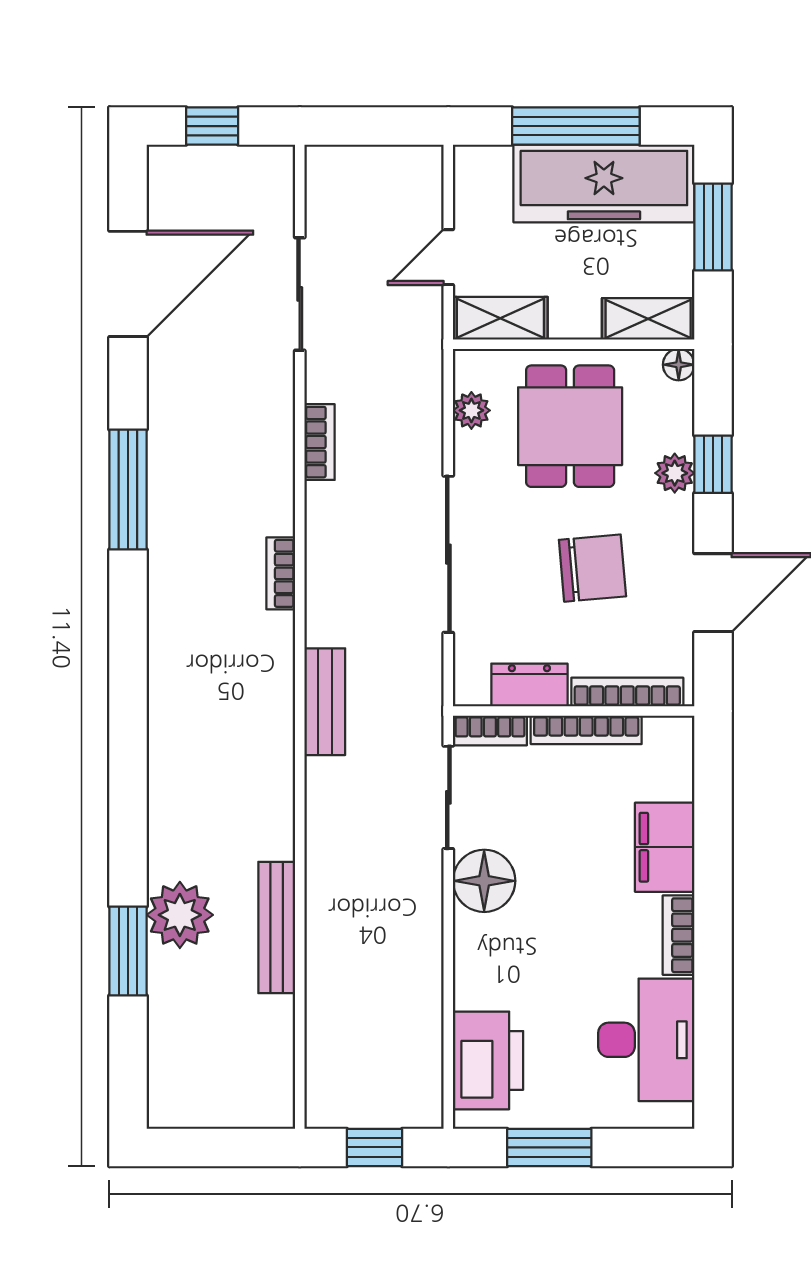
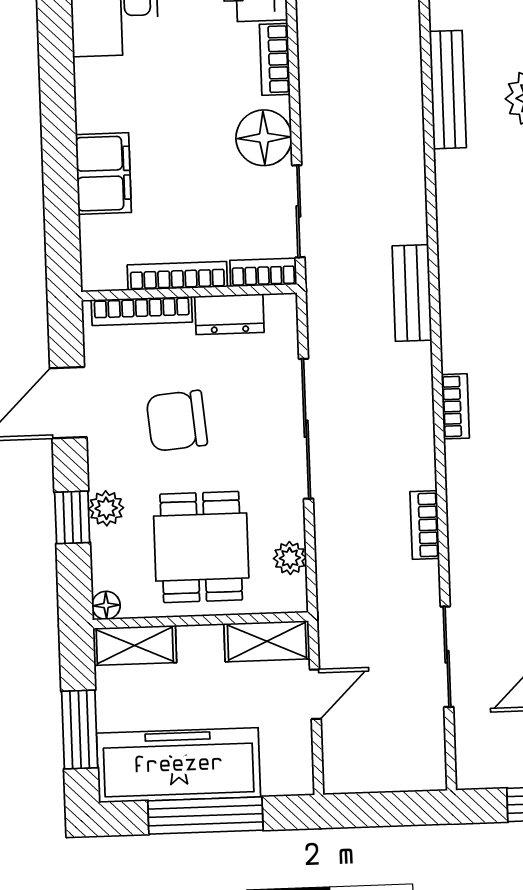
bookcase: (679, 935) -> (275, 59), moved, turned 180

